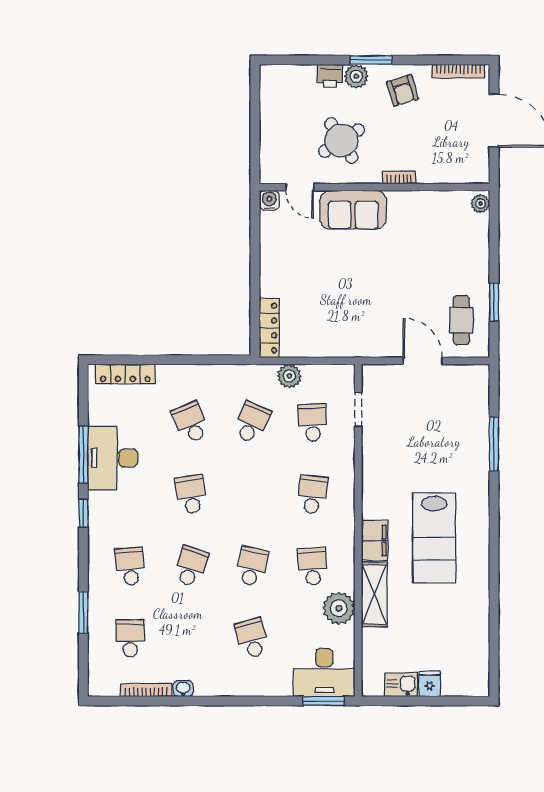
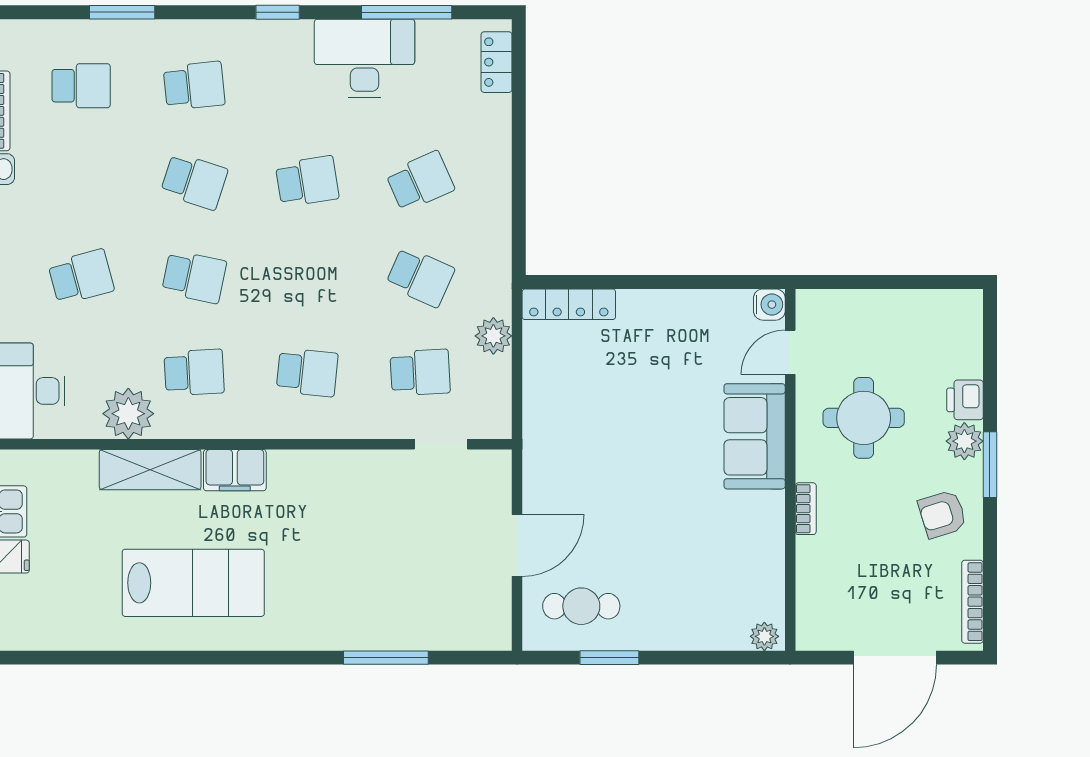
round table: (341, 140) -> (864, 418), turned 32
locker: (125, 374) -> (496, 62), width x0.66
window: (83, 454) -> (407, 12), moved
lab bench: (434, 538) -> (193, 583), moved, turned 180

